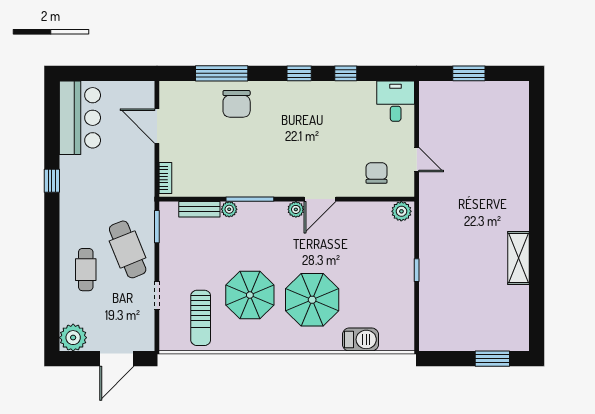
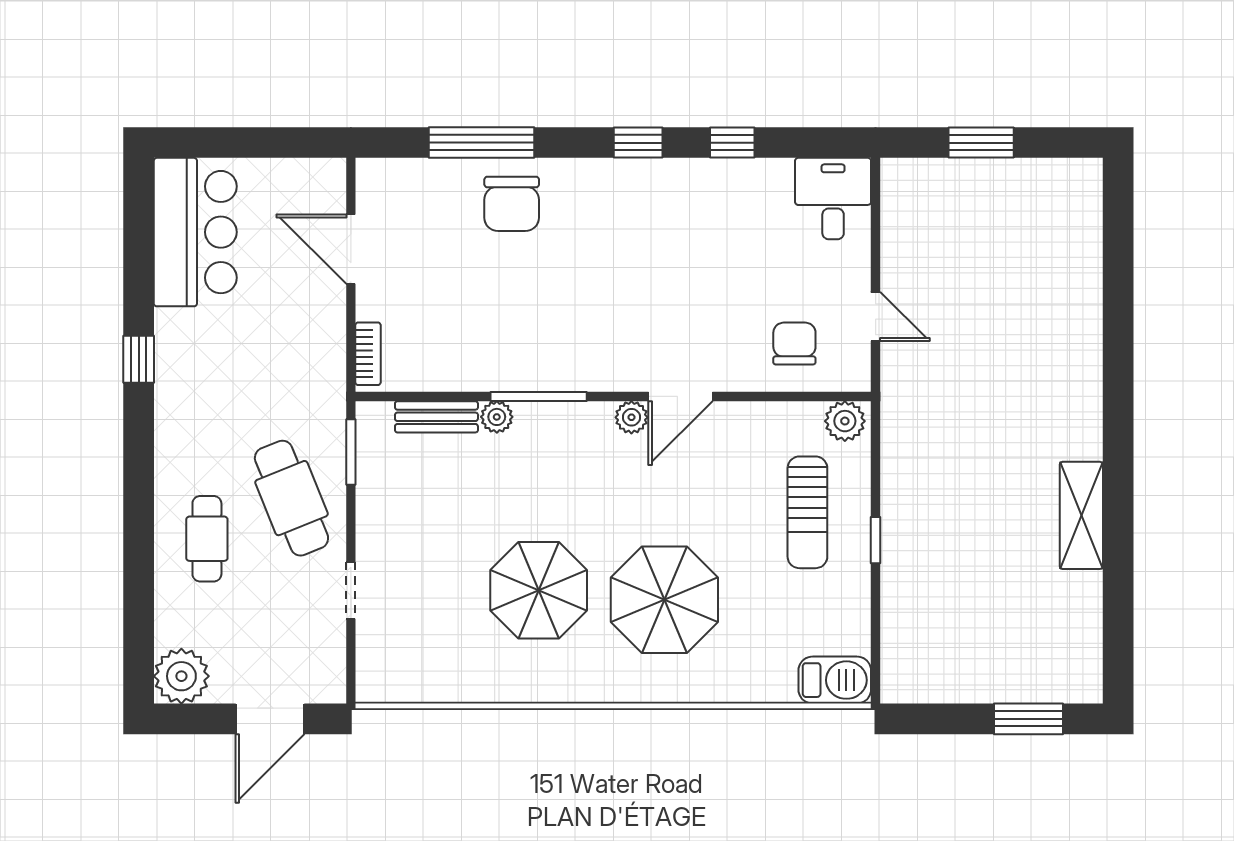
sun lounger: (201, 318) -> (807, 512), moved
barbecue: (360, 339) -> (835, 680), moved

